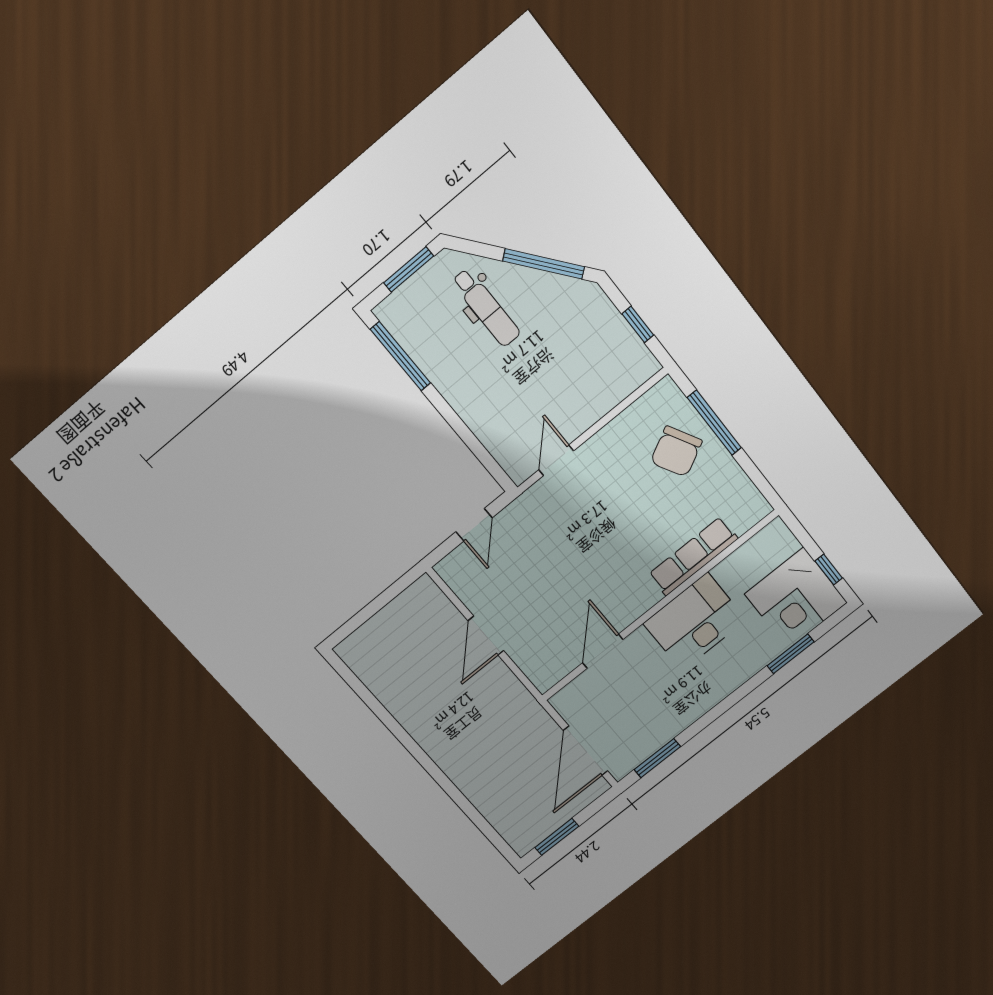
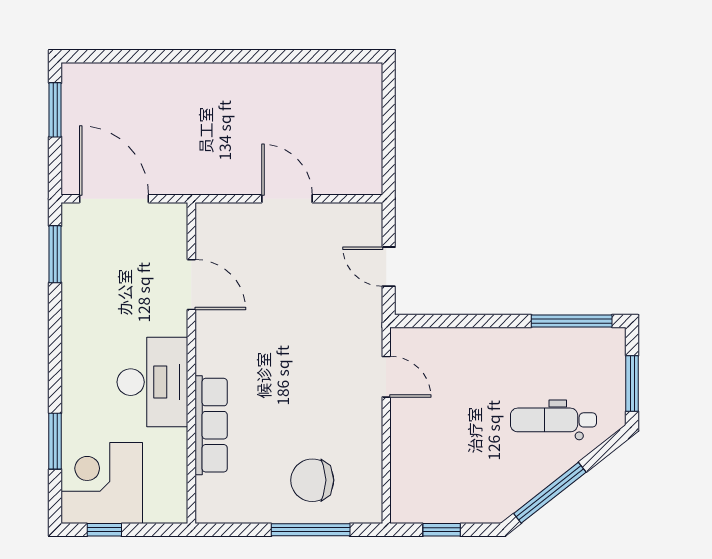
chair: (676, 451) -> (312, 480), turned -62

